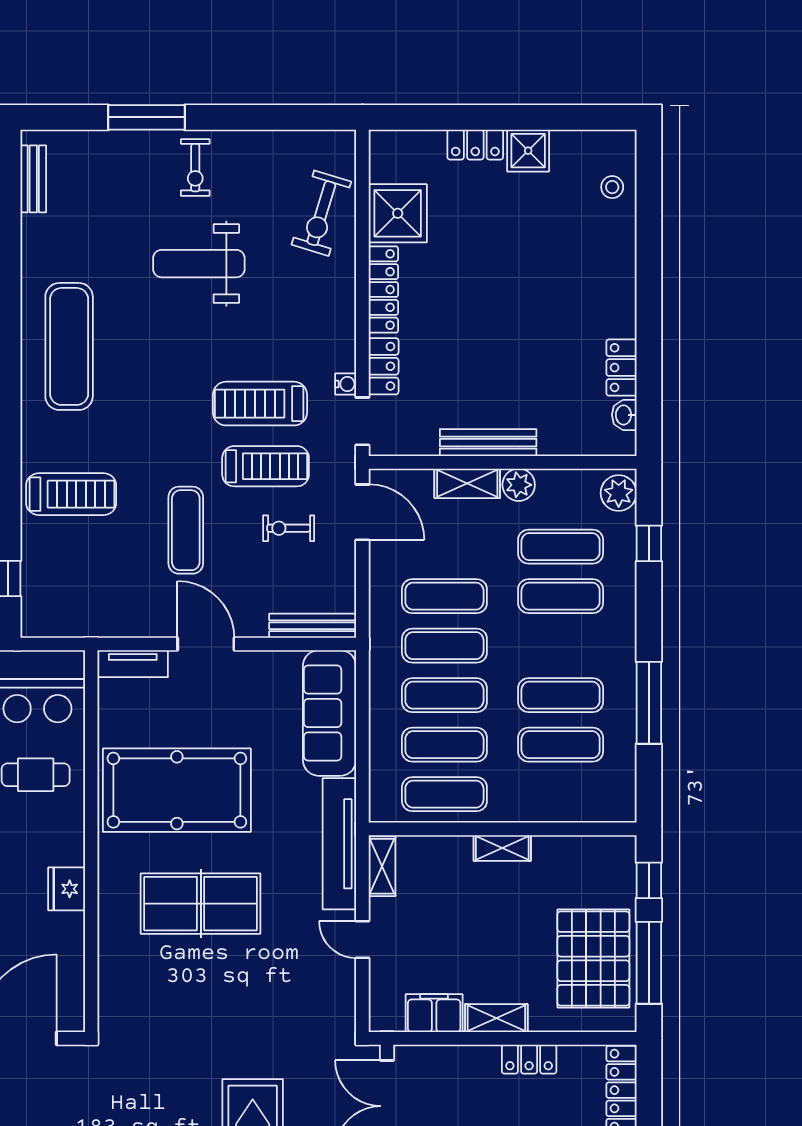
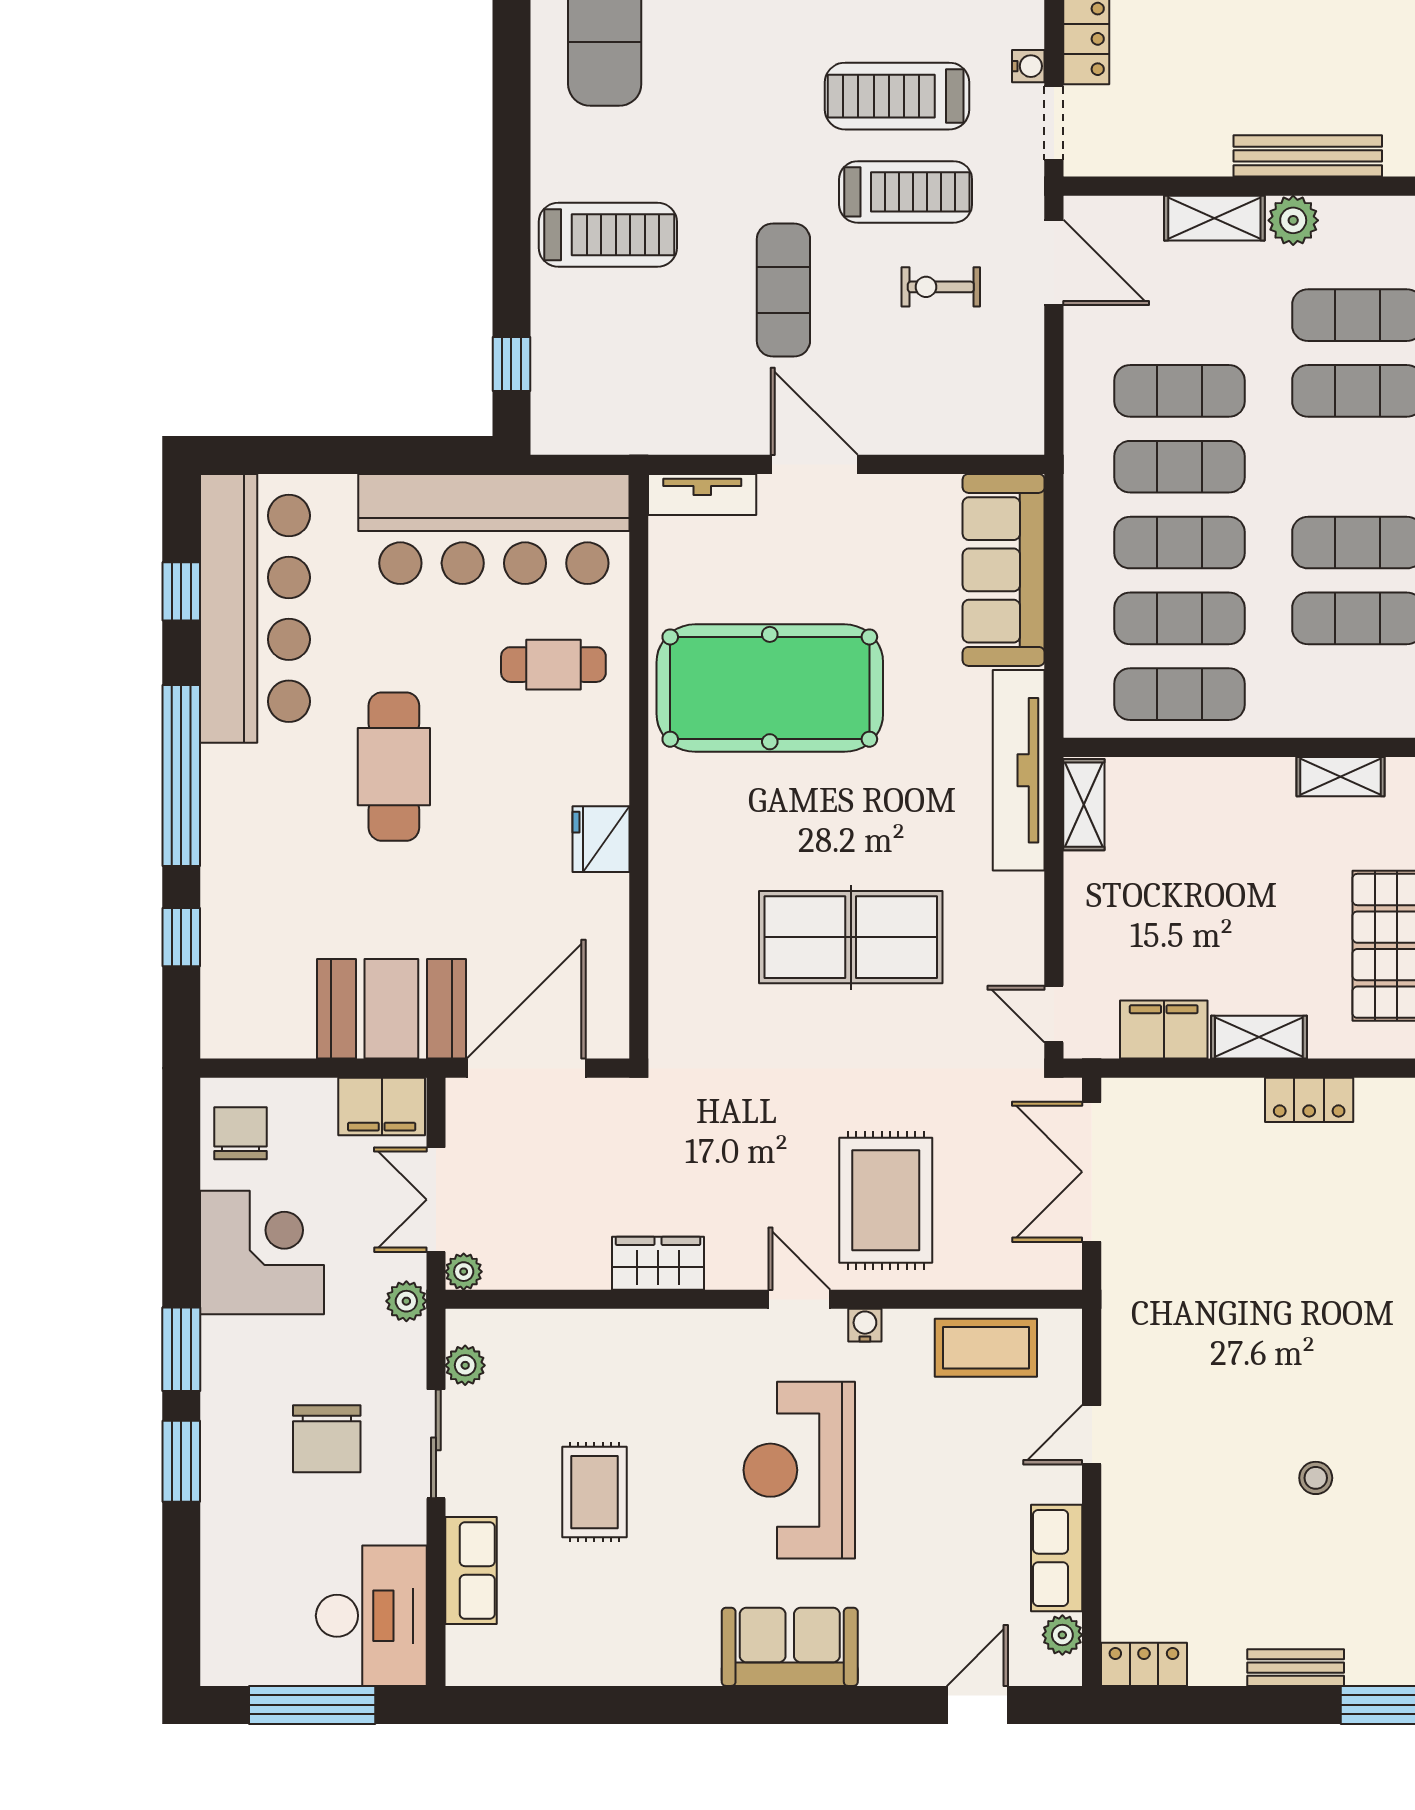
bench: (488, 443) -> (1308, 156), moved
bench: (313, 626) -> (978, 436), removed
shelving: (502, 848) -> (1341, 777), moved
table tennis table: (201, 904) -> (851, 937), moved
door: (362, 940) -> (1054, 1014), moved

